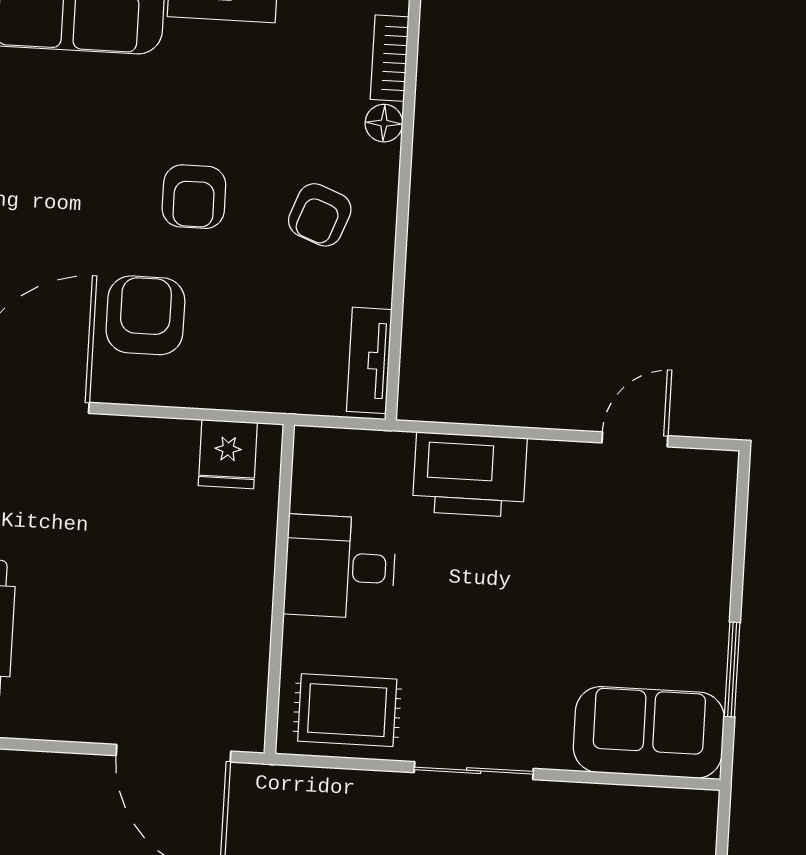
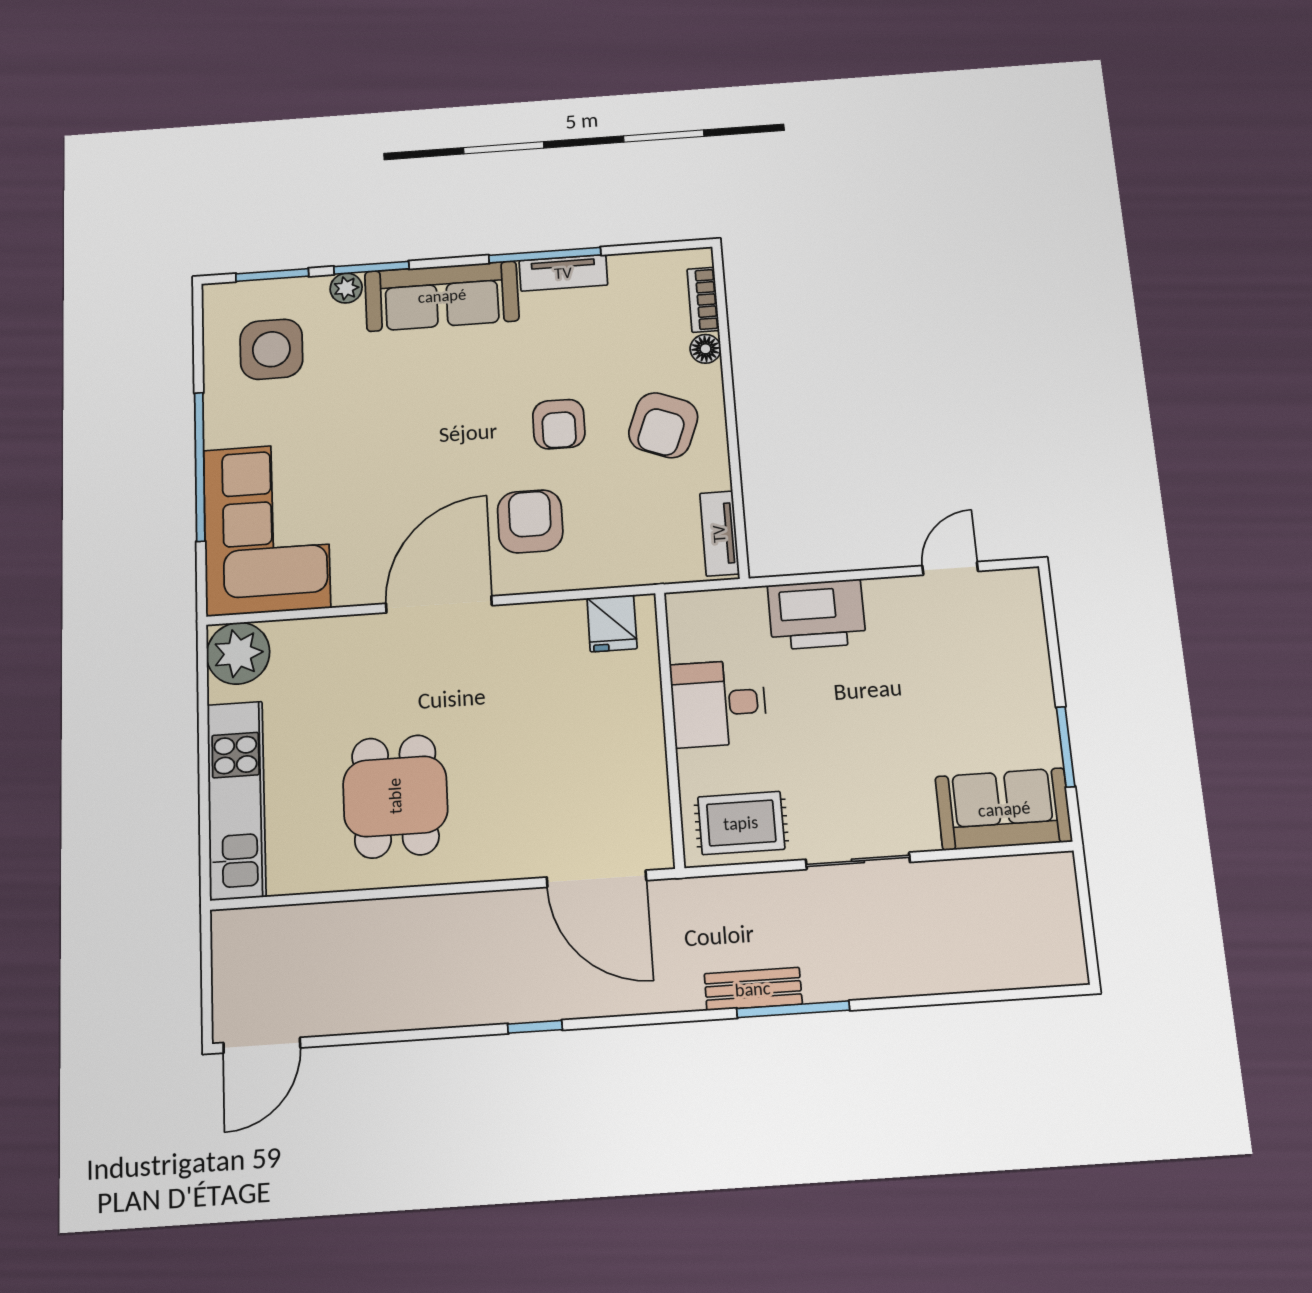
armchair: (320, 215) -> (663, 425), width x1.38, depth x1.38

